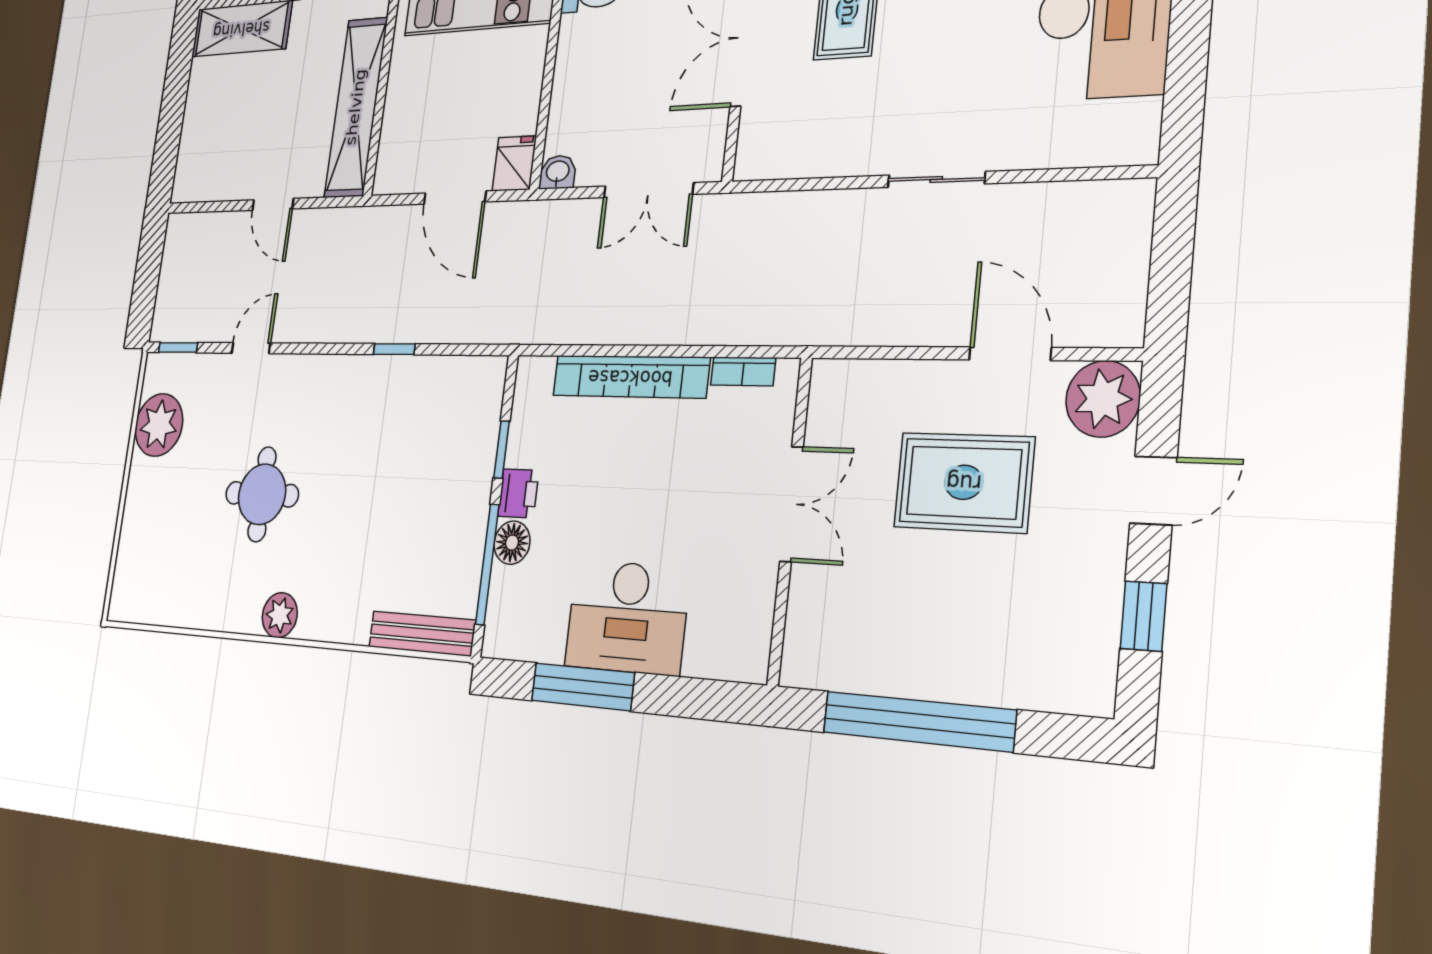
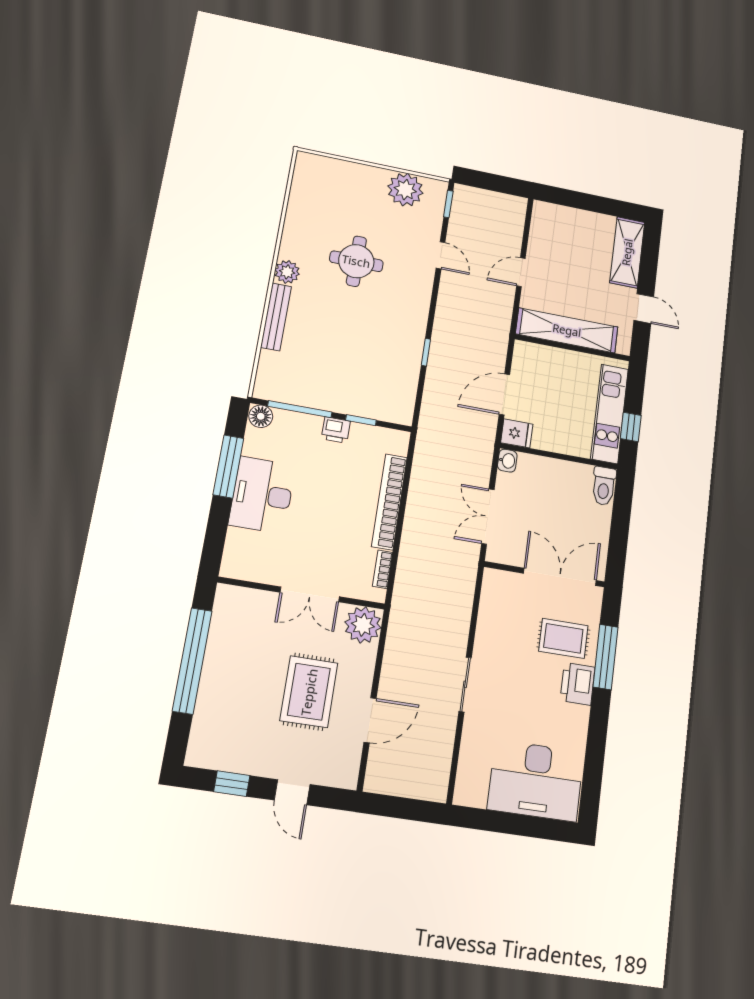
plant: (1103, 399) -> (363, 625), moved
floor lamp: (512, 543) -> (261, 416), moved
bench: (422, 634) -> (276, 317), moved

